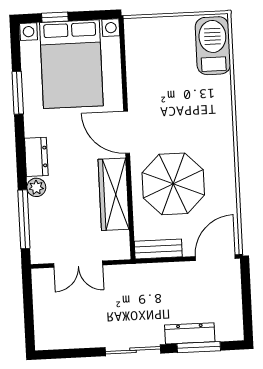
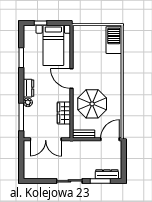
bed with nightstands: (71, 64) -> (53, 45), width x0.73
wardrobe: (114, 194) -> (64, 113), width x0.67
double door: (78, 264) -> (46, 139), width x1.37
dresser: (190, 333) -> (107, 174), moved

